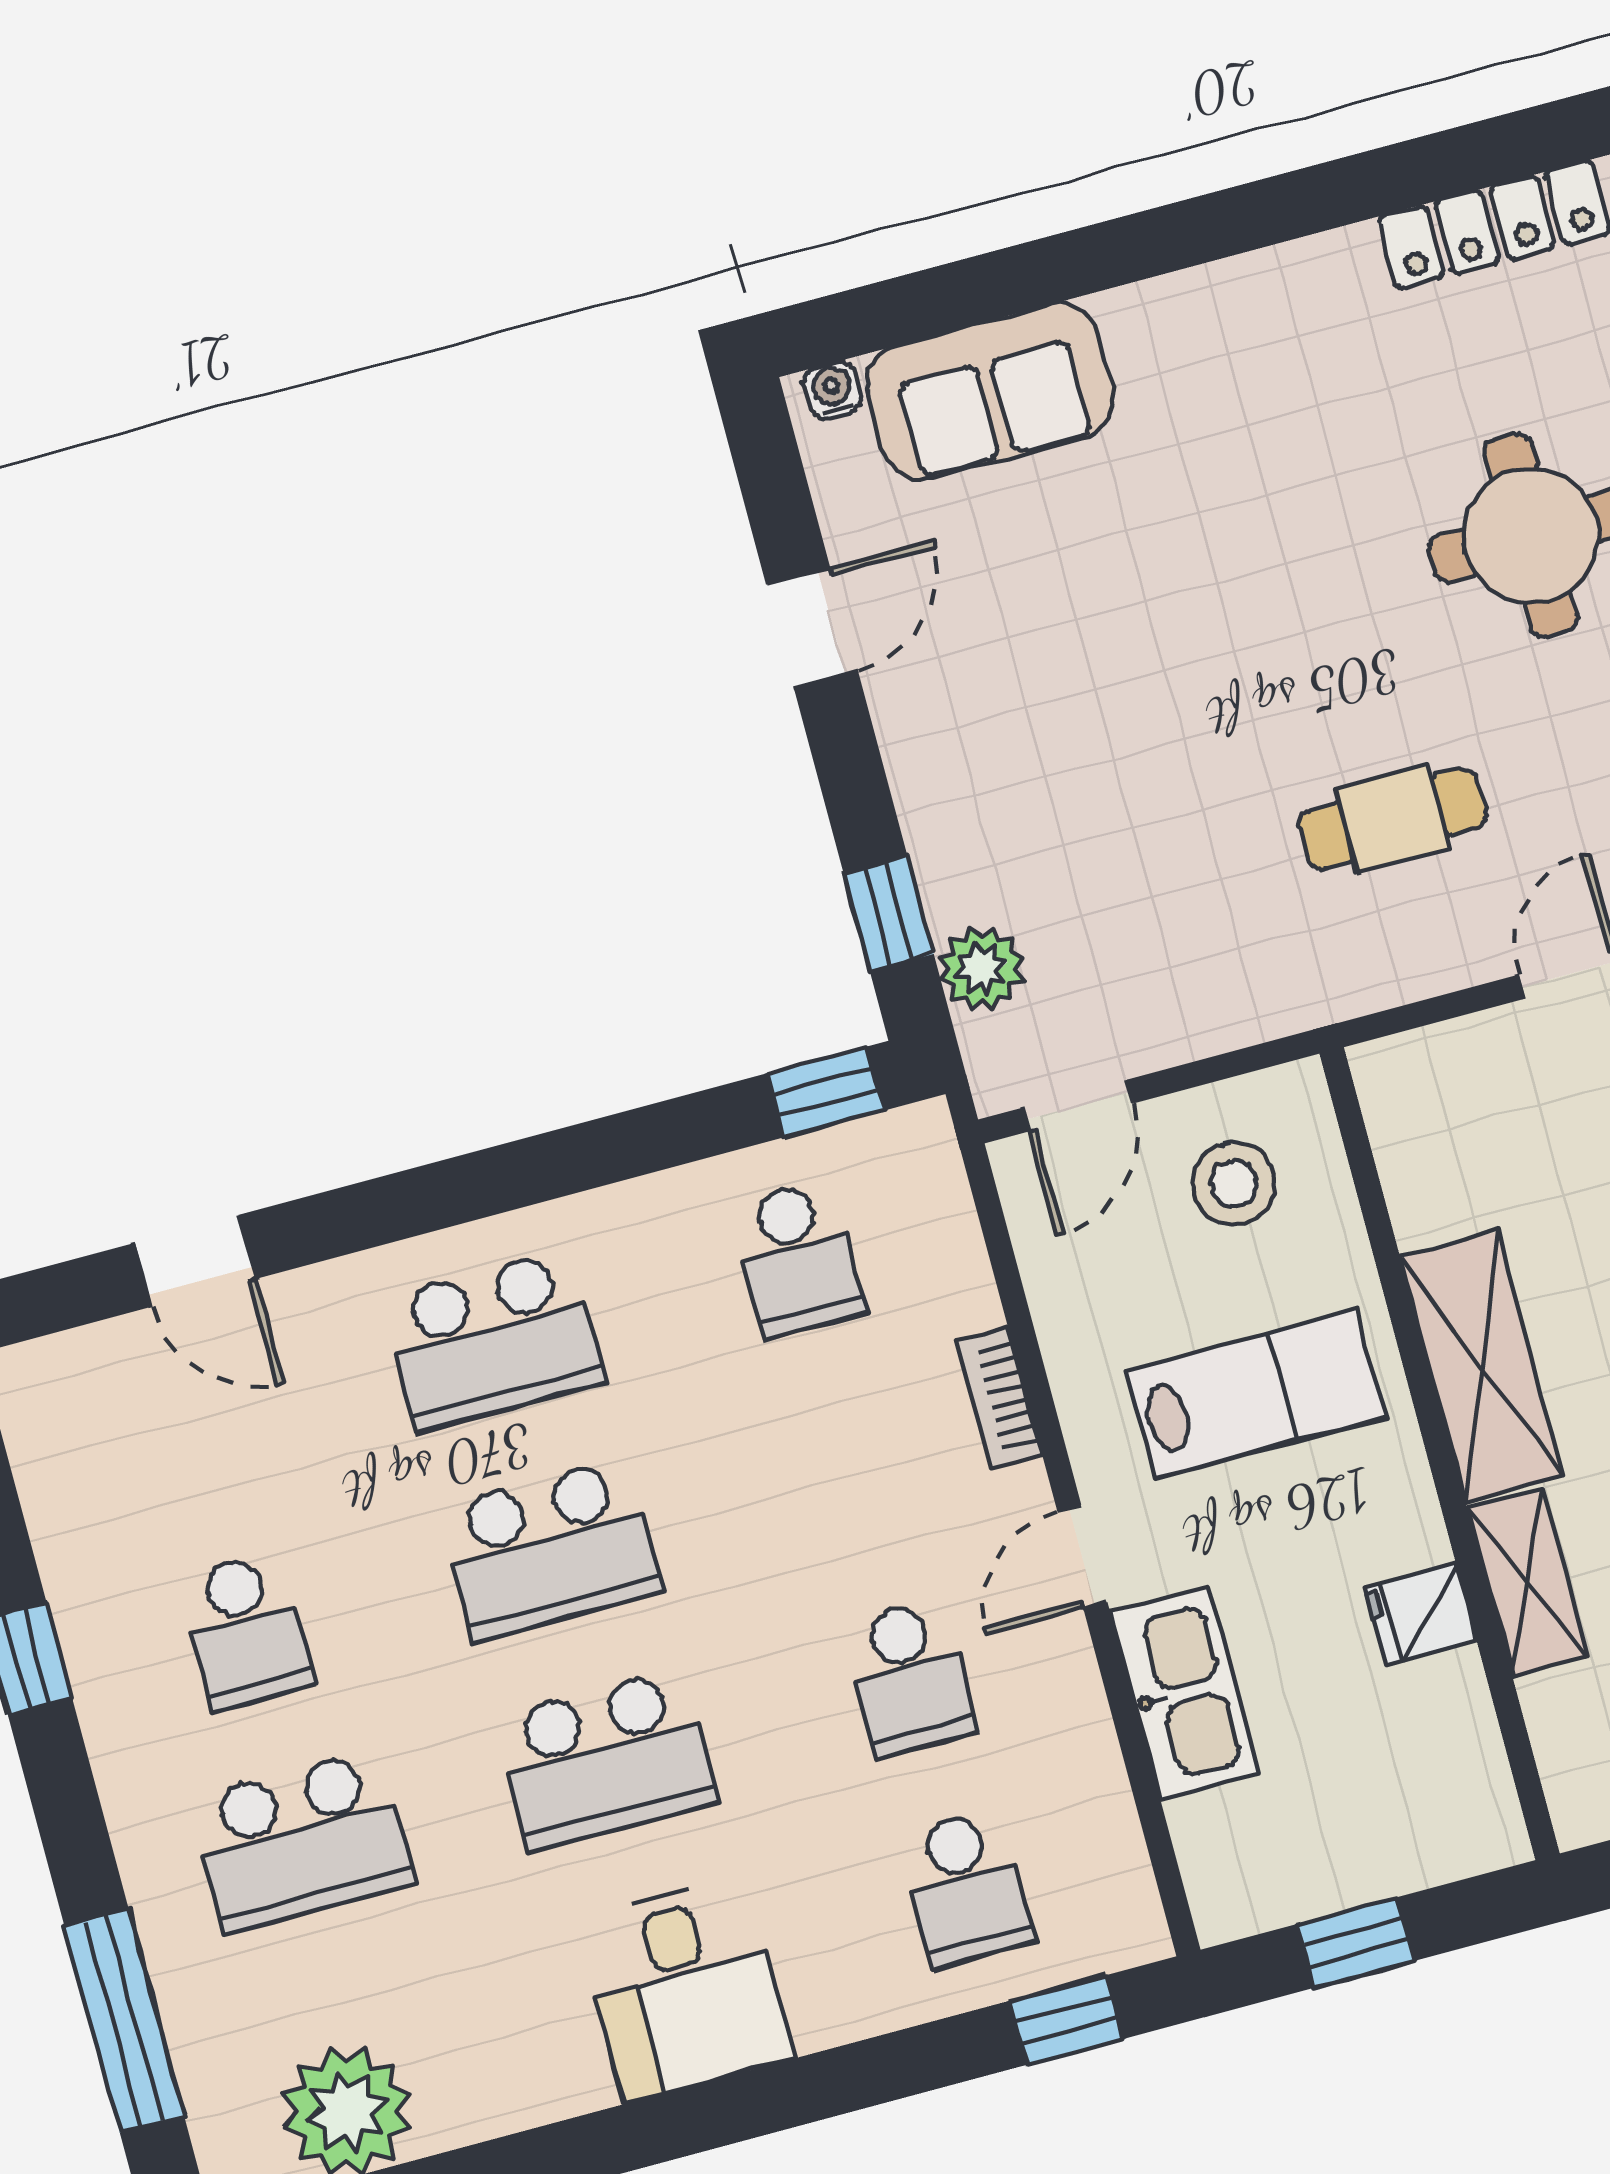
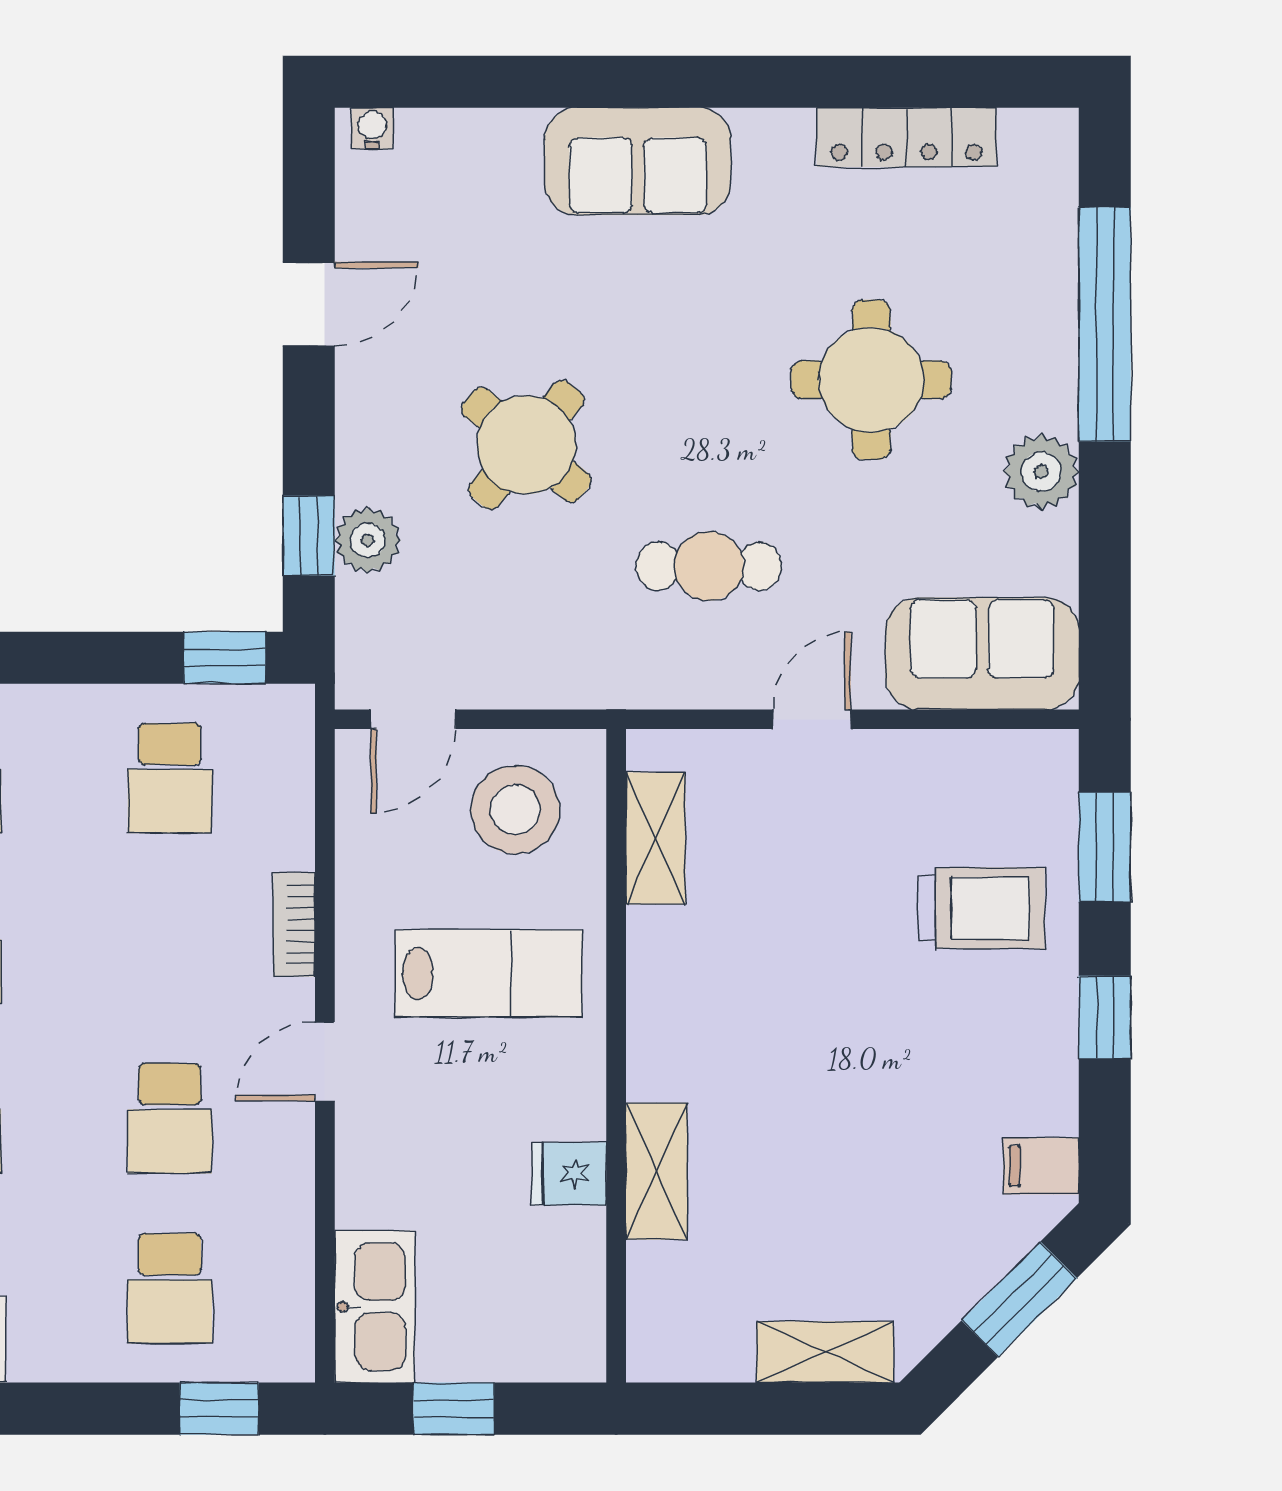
sofa: (990, 392) -> (638, 161), moved
round table: (1127, 730) -> (526, 445), added
plant: (981, 969) -> (368, 540), moved
stool: (1234, 1183) -> (515, 810), width x1.38, depth x1.38
shelving: (1482, 1367) -> (656, 838), moved, width x0.67, depth x0.75
kitchen sink: (1185, 1693) -> (375, 1307), moved

